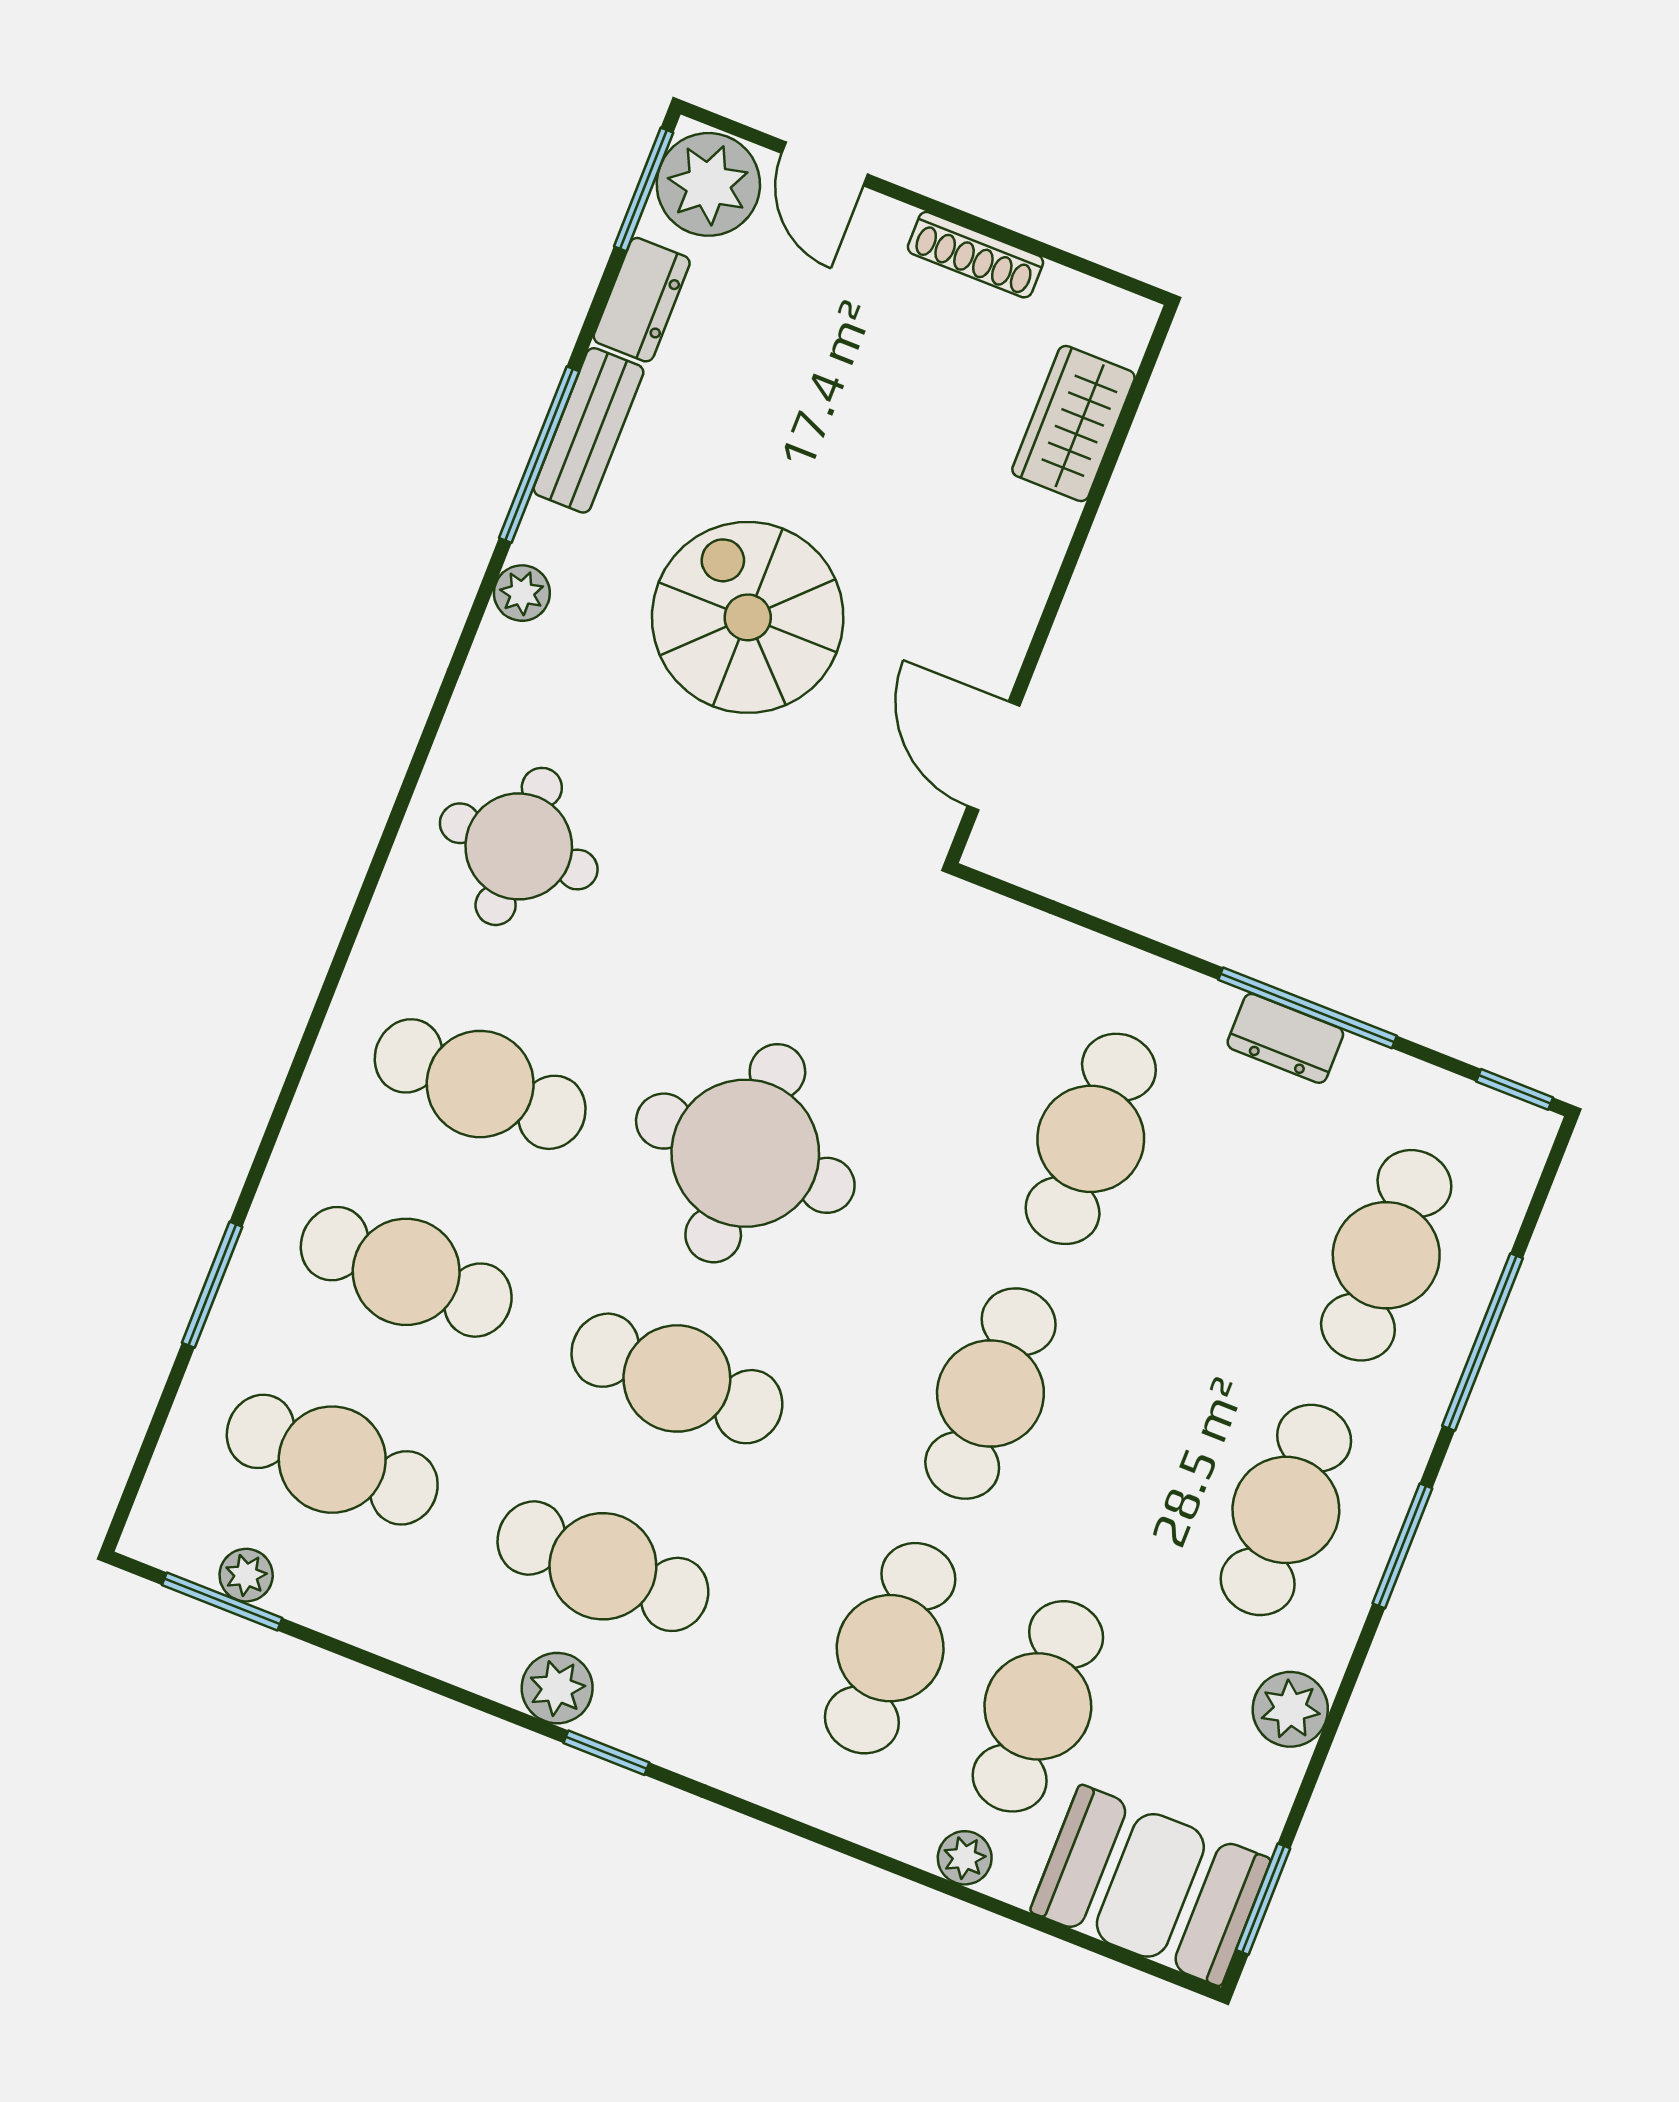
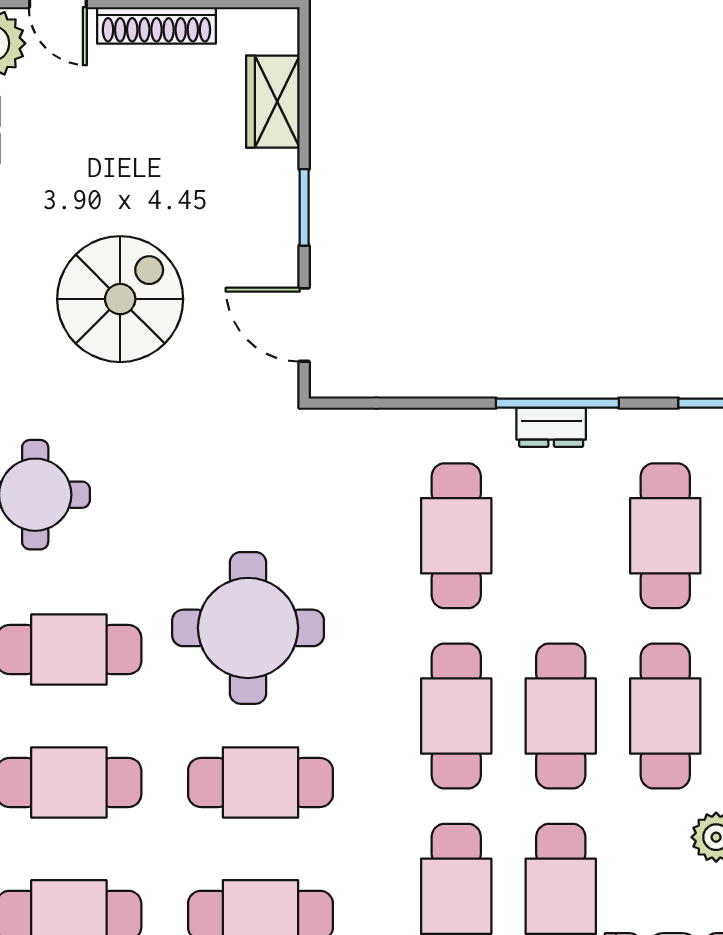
shoe rack: (975, 255) -> (156, 25), width x1.36, depth x1.24
window: (1059, 590) -> (304, 207), added
spiral stairs: (748, 617) -> (120, 299), turned 90
cafe table: (1138, 1452) -> (561, 716), added

